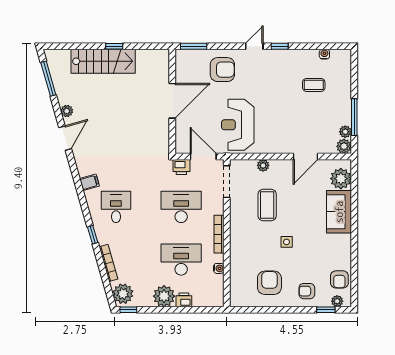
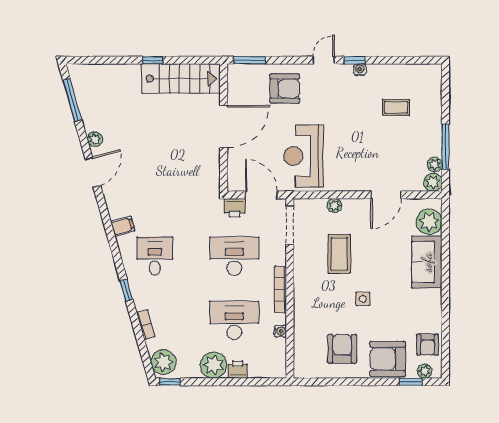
water cooler: (324, 54) -> (360, 70), moved
stairs: (103, 61) -> (181, 78), moved
bookcase: (108, 263) -> (146, 324), width x0.64
armchair: (307, 291) -> (388, 359), width x1.88, depth x1.88

